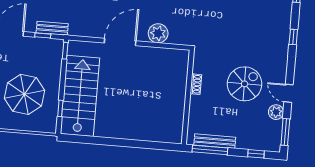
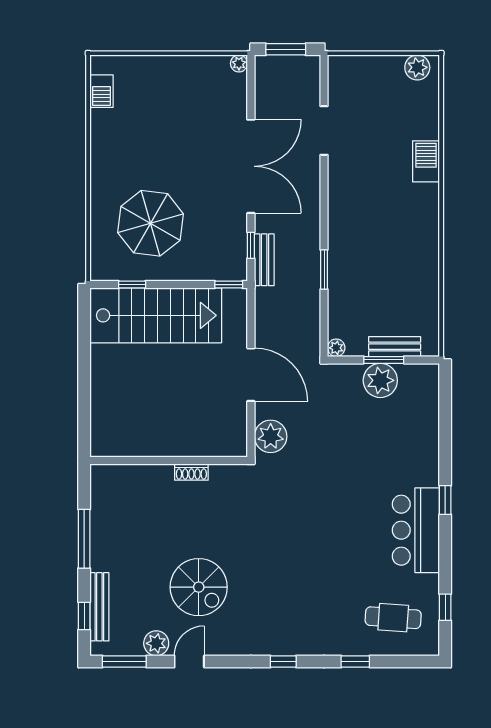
shoe rack: (196, 84) -> (191, 472), moved
wall: (188, 97) -> (169, 460), moved
bench: (215, 141) -> (99, 607), moved

